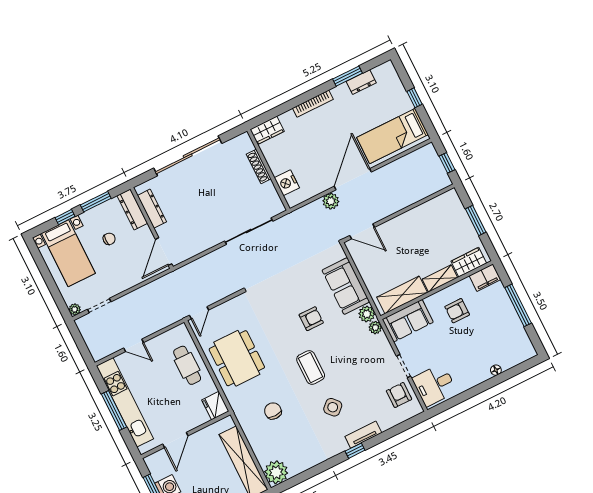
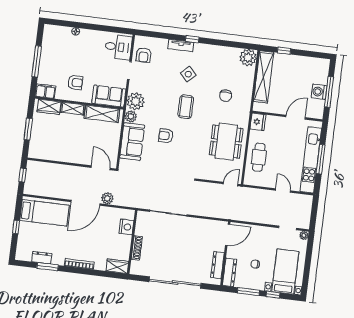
plant: (375, 328) -> (136, 101), width x1.87, depth x1.87

